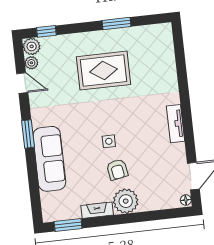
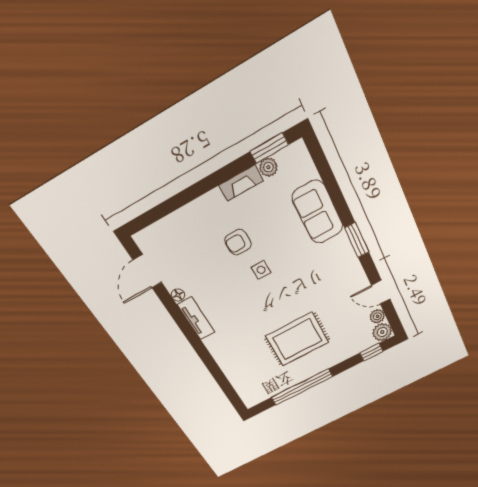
window: (117, 23) -> (302, 387), width x2.11
sofa: (49, 159) -> (317, 212), width x0.73
armchair: (117, 170) -> (238, 242), turned -80
floor lamp: (186, 200) -> (178, 295), moved
plant: (126, 201) -> (268, 167), moved, width x0.53, depth x0.53

